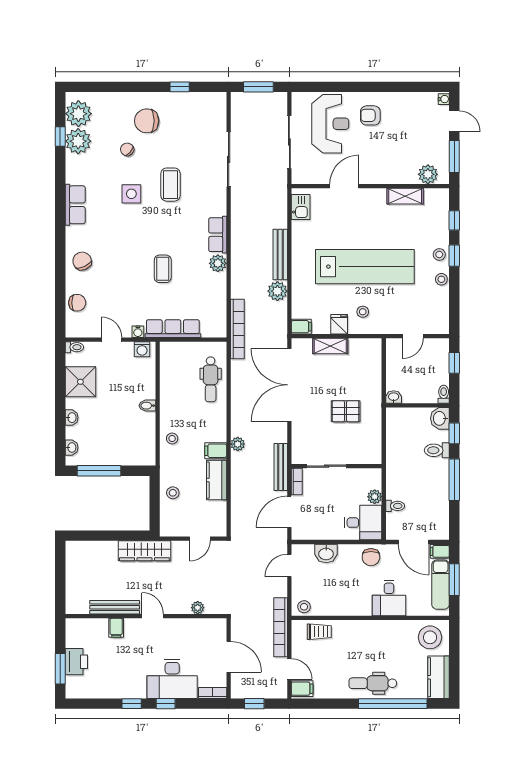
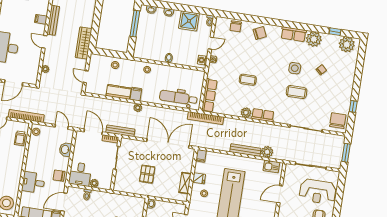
chair: (147, 121) -> (338, 121), moved
plant: (78, 141) -> (314, 39), moved
door: (344, 186) -> (280, 194), swing flipped
plant: (277, 291) -> (267, 152), moved
row of seats: (173, 329) -> (209, 95), moved
shelving: (330, 346) -> (185, 183), moved
dental chair: (211, 379) -> (178, 98), width x1.36, depth x1.38
door: (153, 616) -> (44, 42), swing flipped

